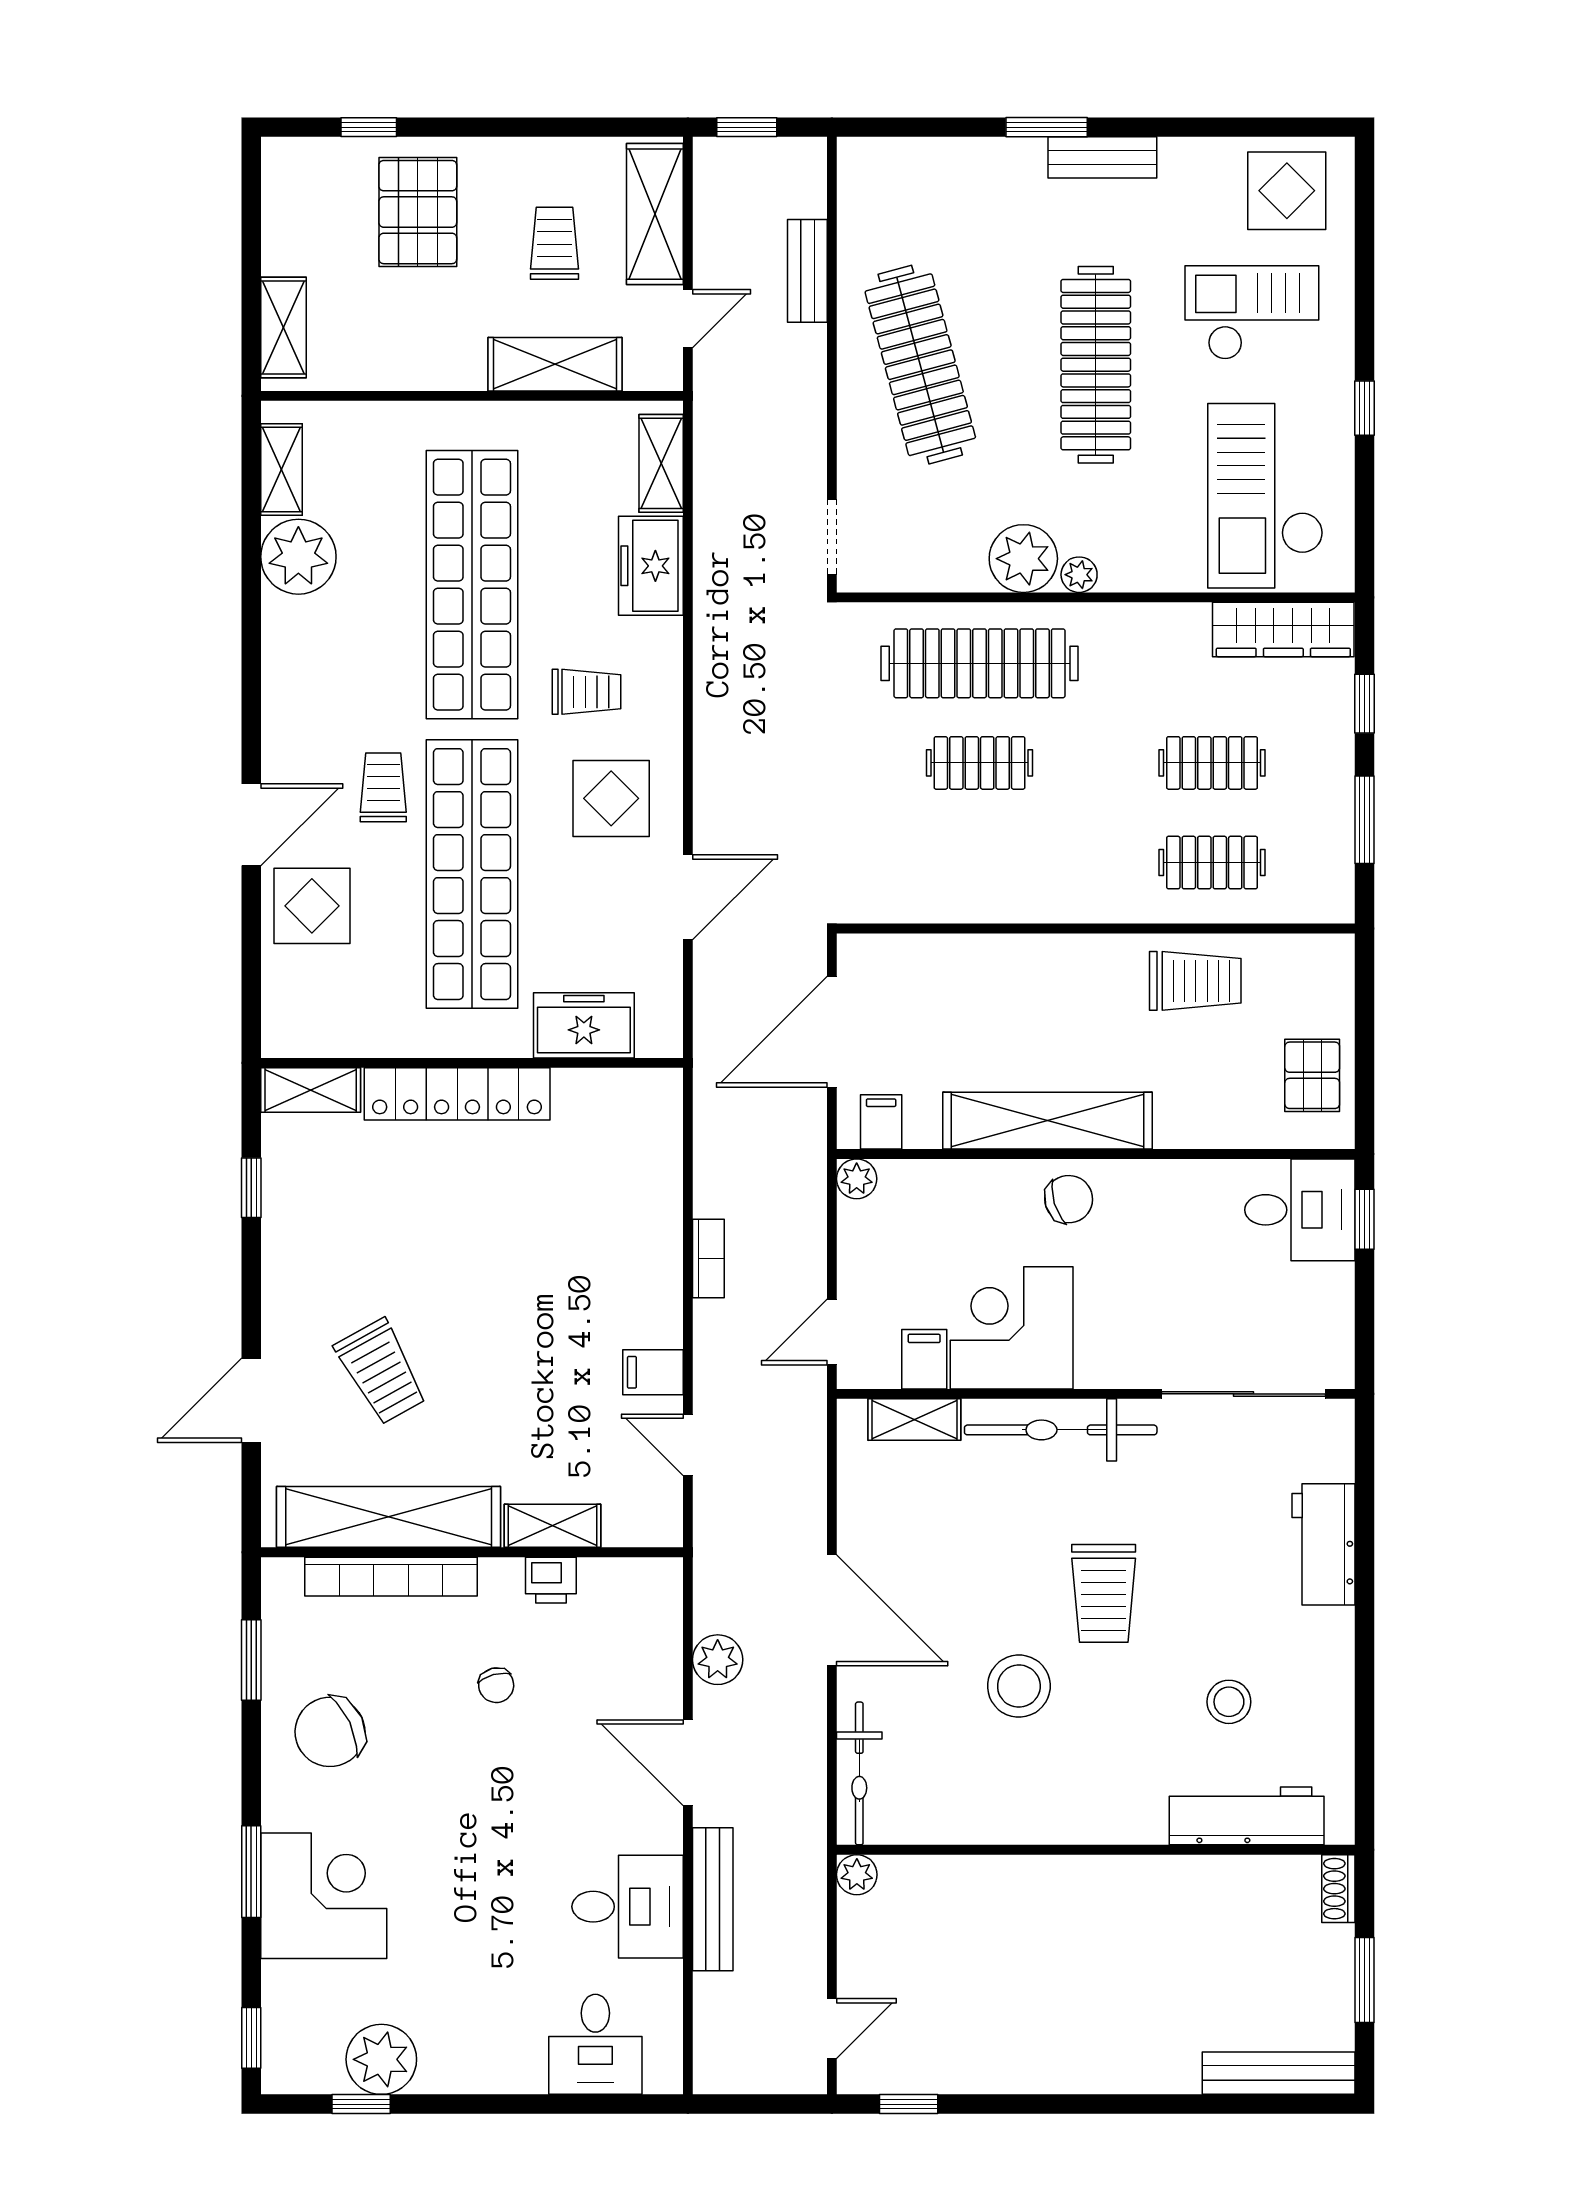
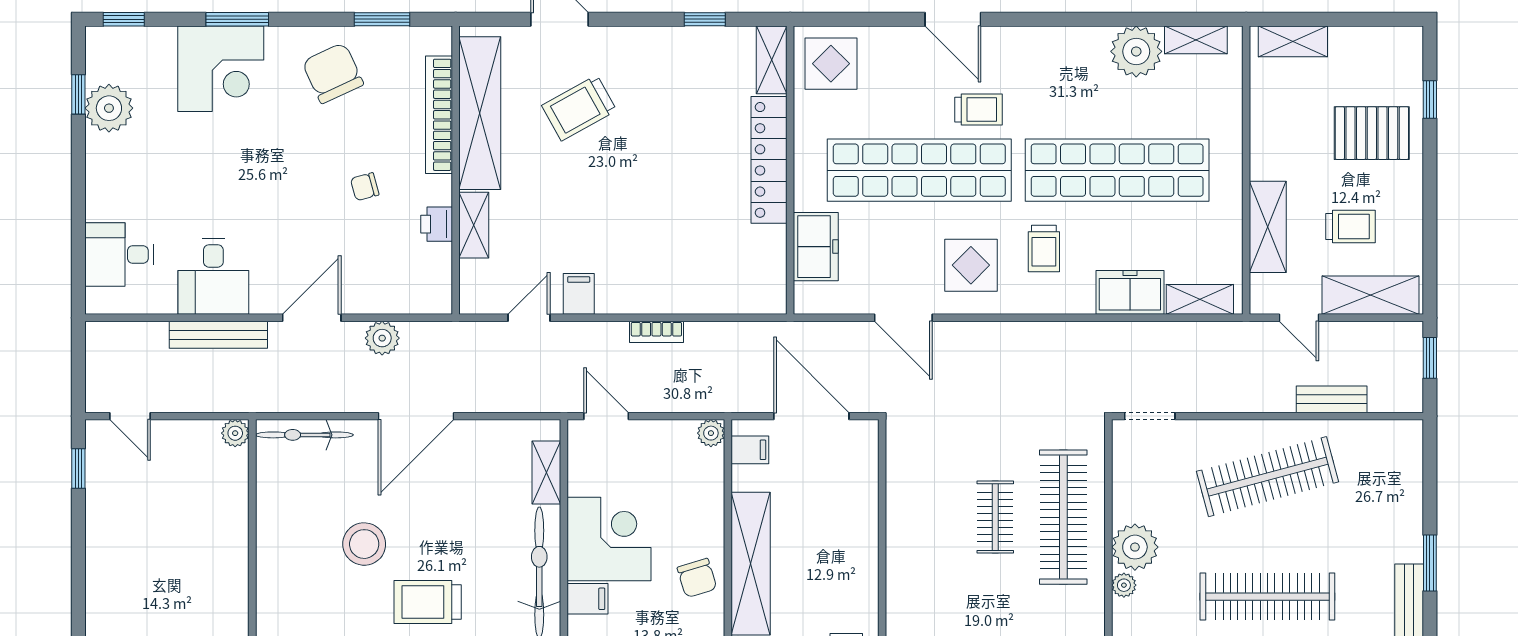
display table: (312, 906) -> (831, 64), moved
filing cabinet: (924, 1359) -> (588, 599), moved

